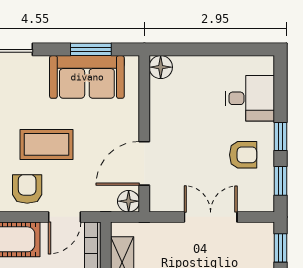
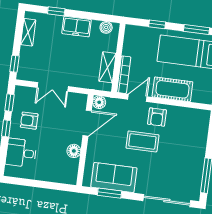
floor lamp: (161, 67) -> (74, 151), moved

